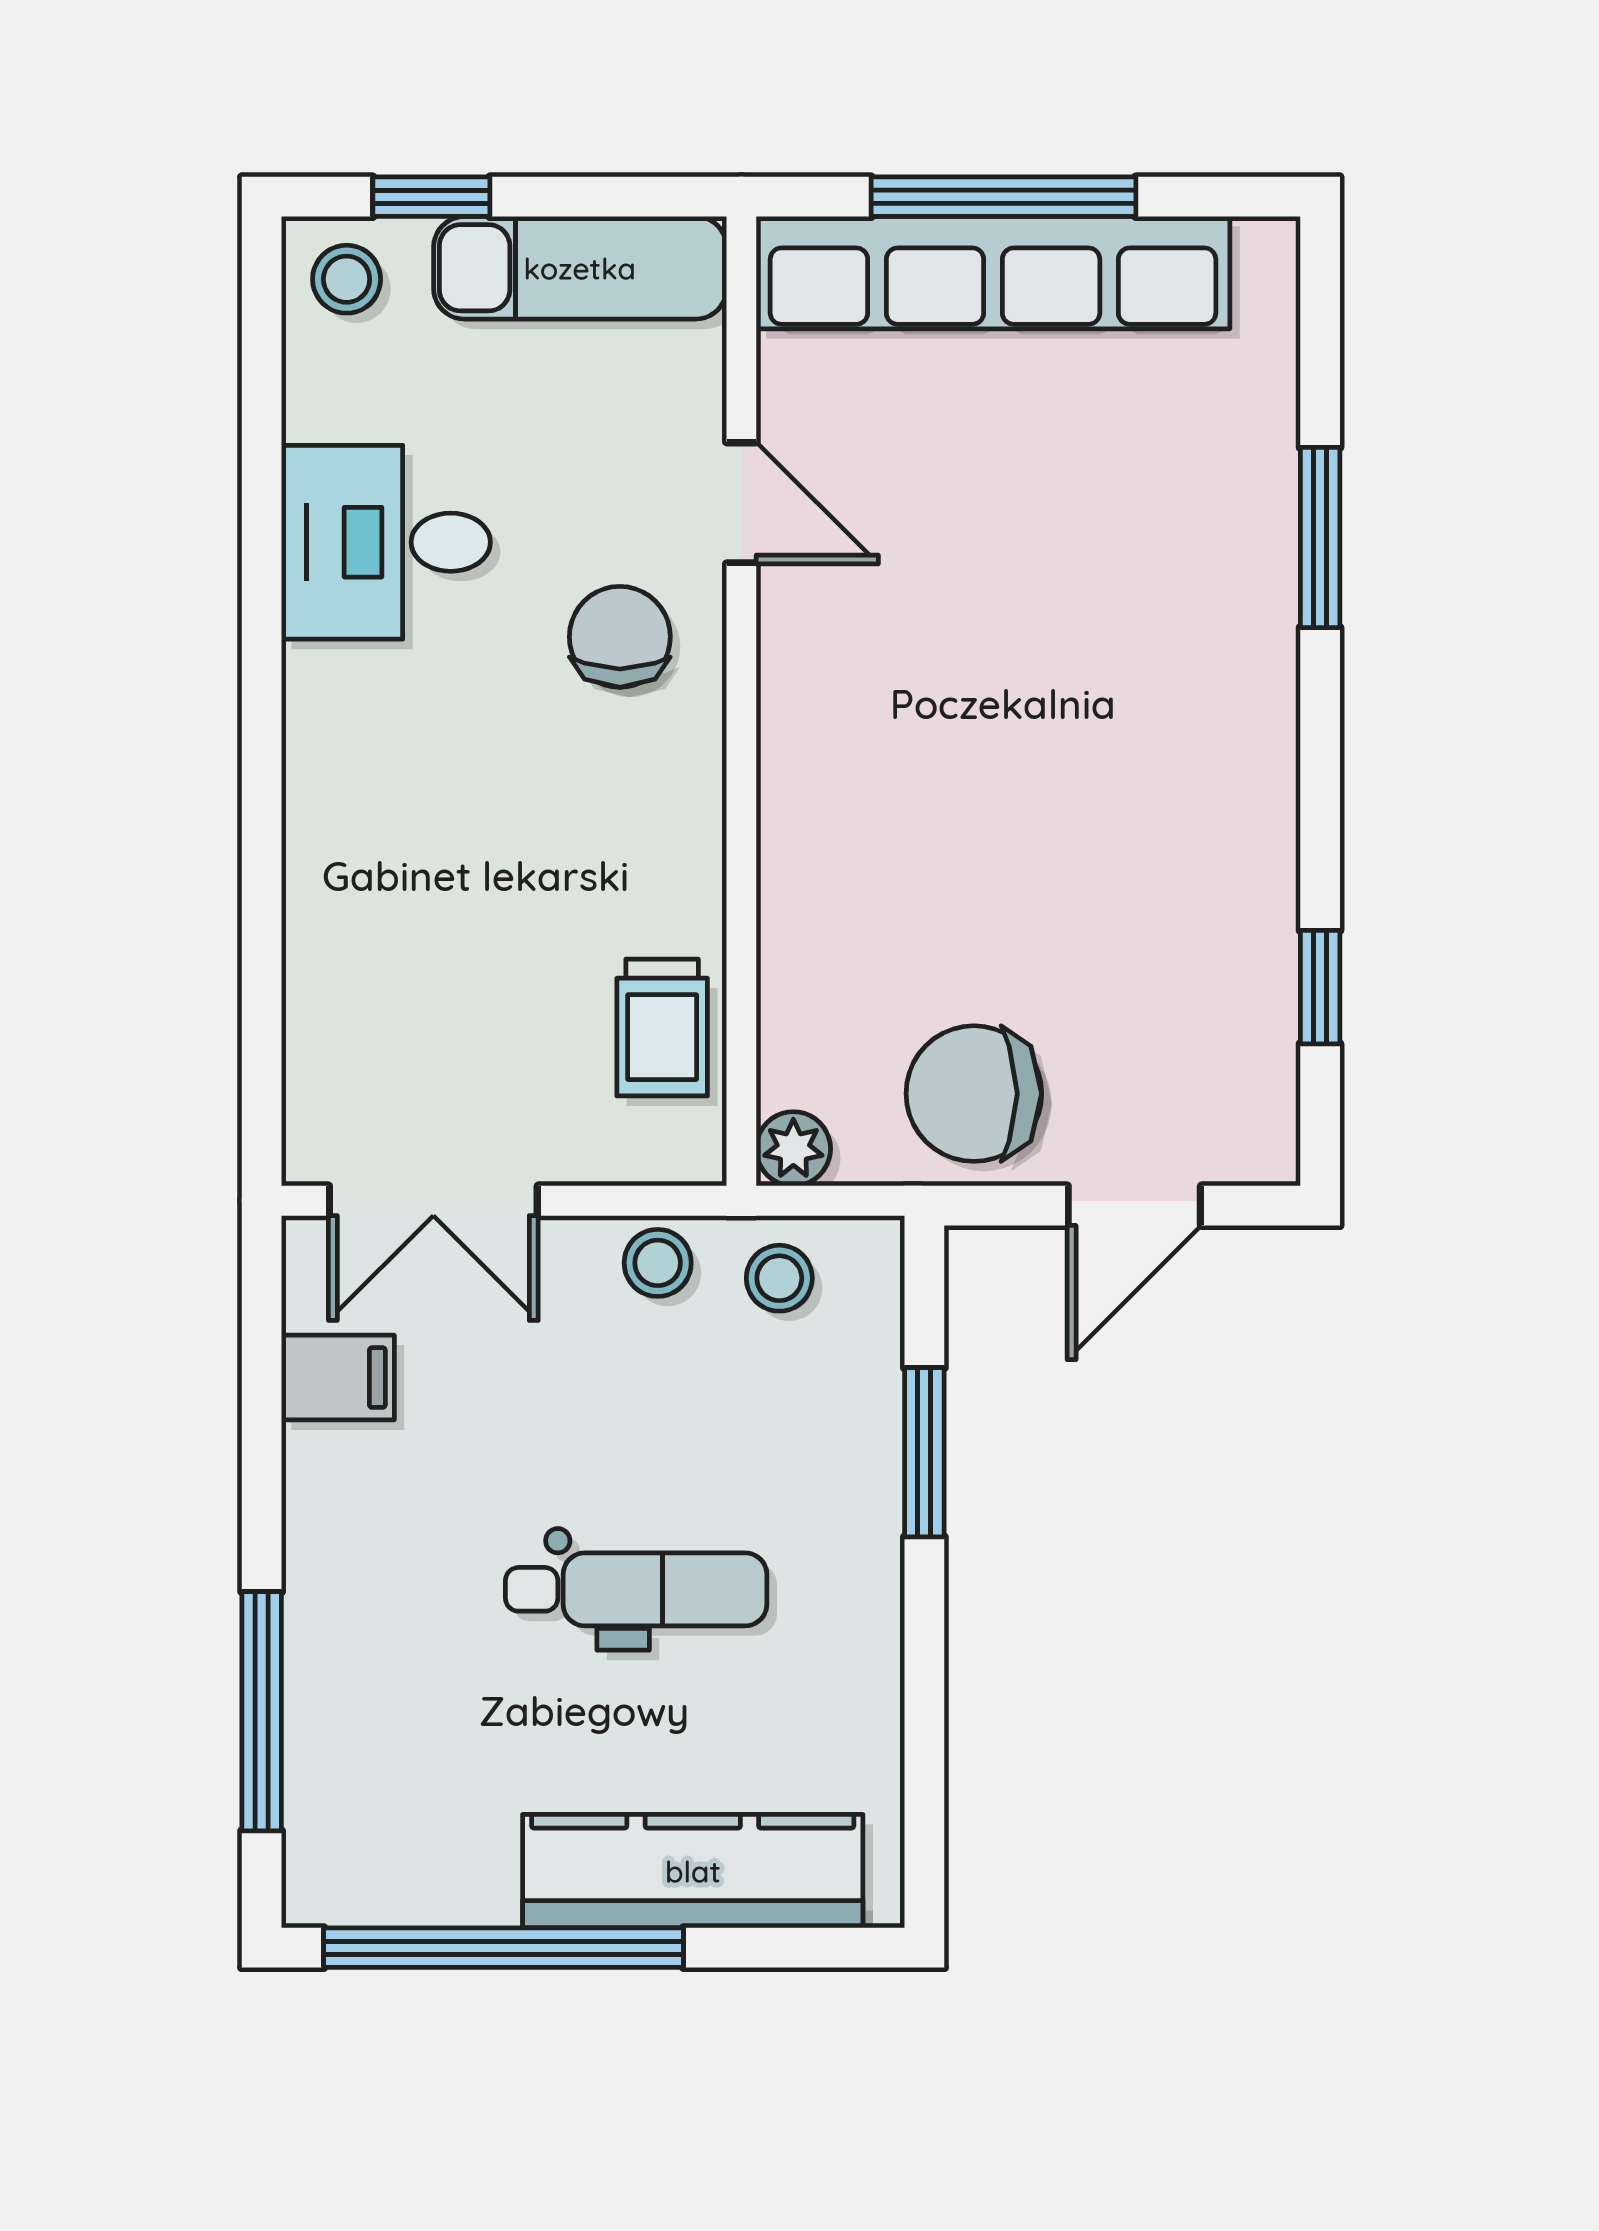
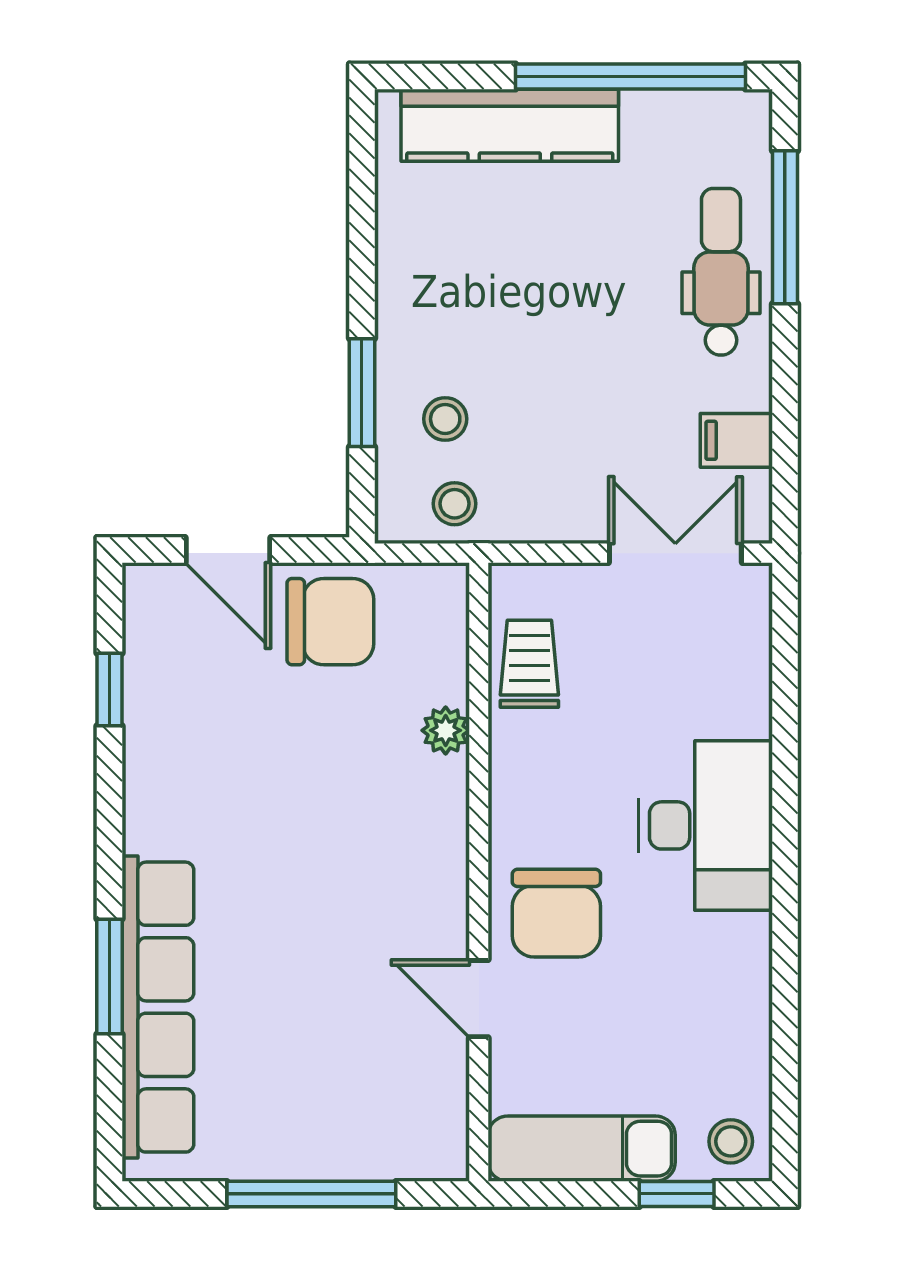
row of seats: (993, 273) -> (158, 1007), moved, turned 90
desk: (386, 542) -> (706, 825), moved, width x1.37
chair: (620, 637) -> (556, 913), width x1.37, depth x1.37
plant: (793, 1149) -> (446, 730), moved
door: (1134, 1206) -> (228, 550), swing flipped
stool: (658, 1263) -> (445, 419), moved
dental chair: (636, 1589) -> (721, 272), moved, turned 90

